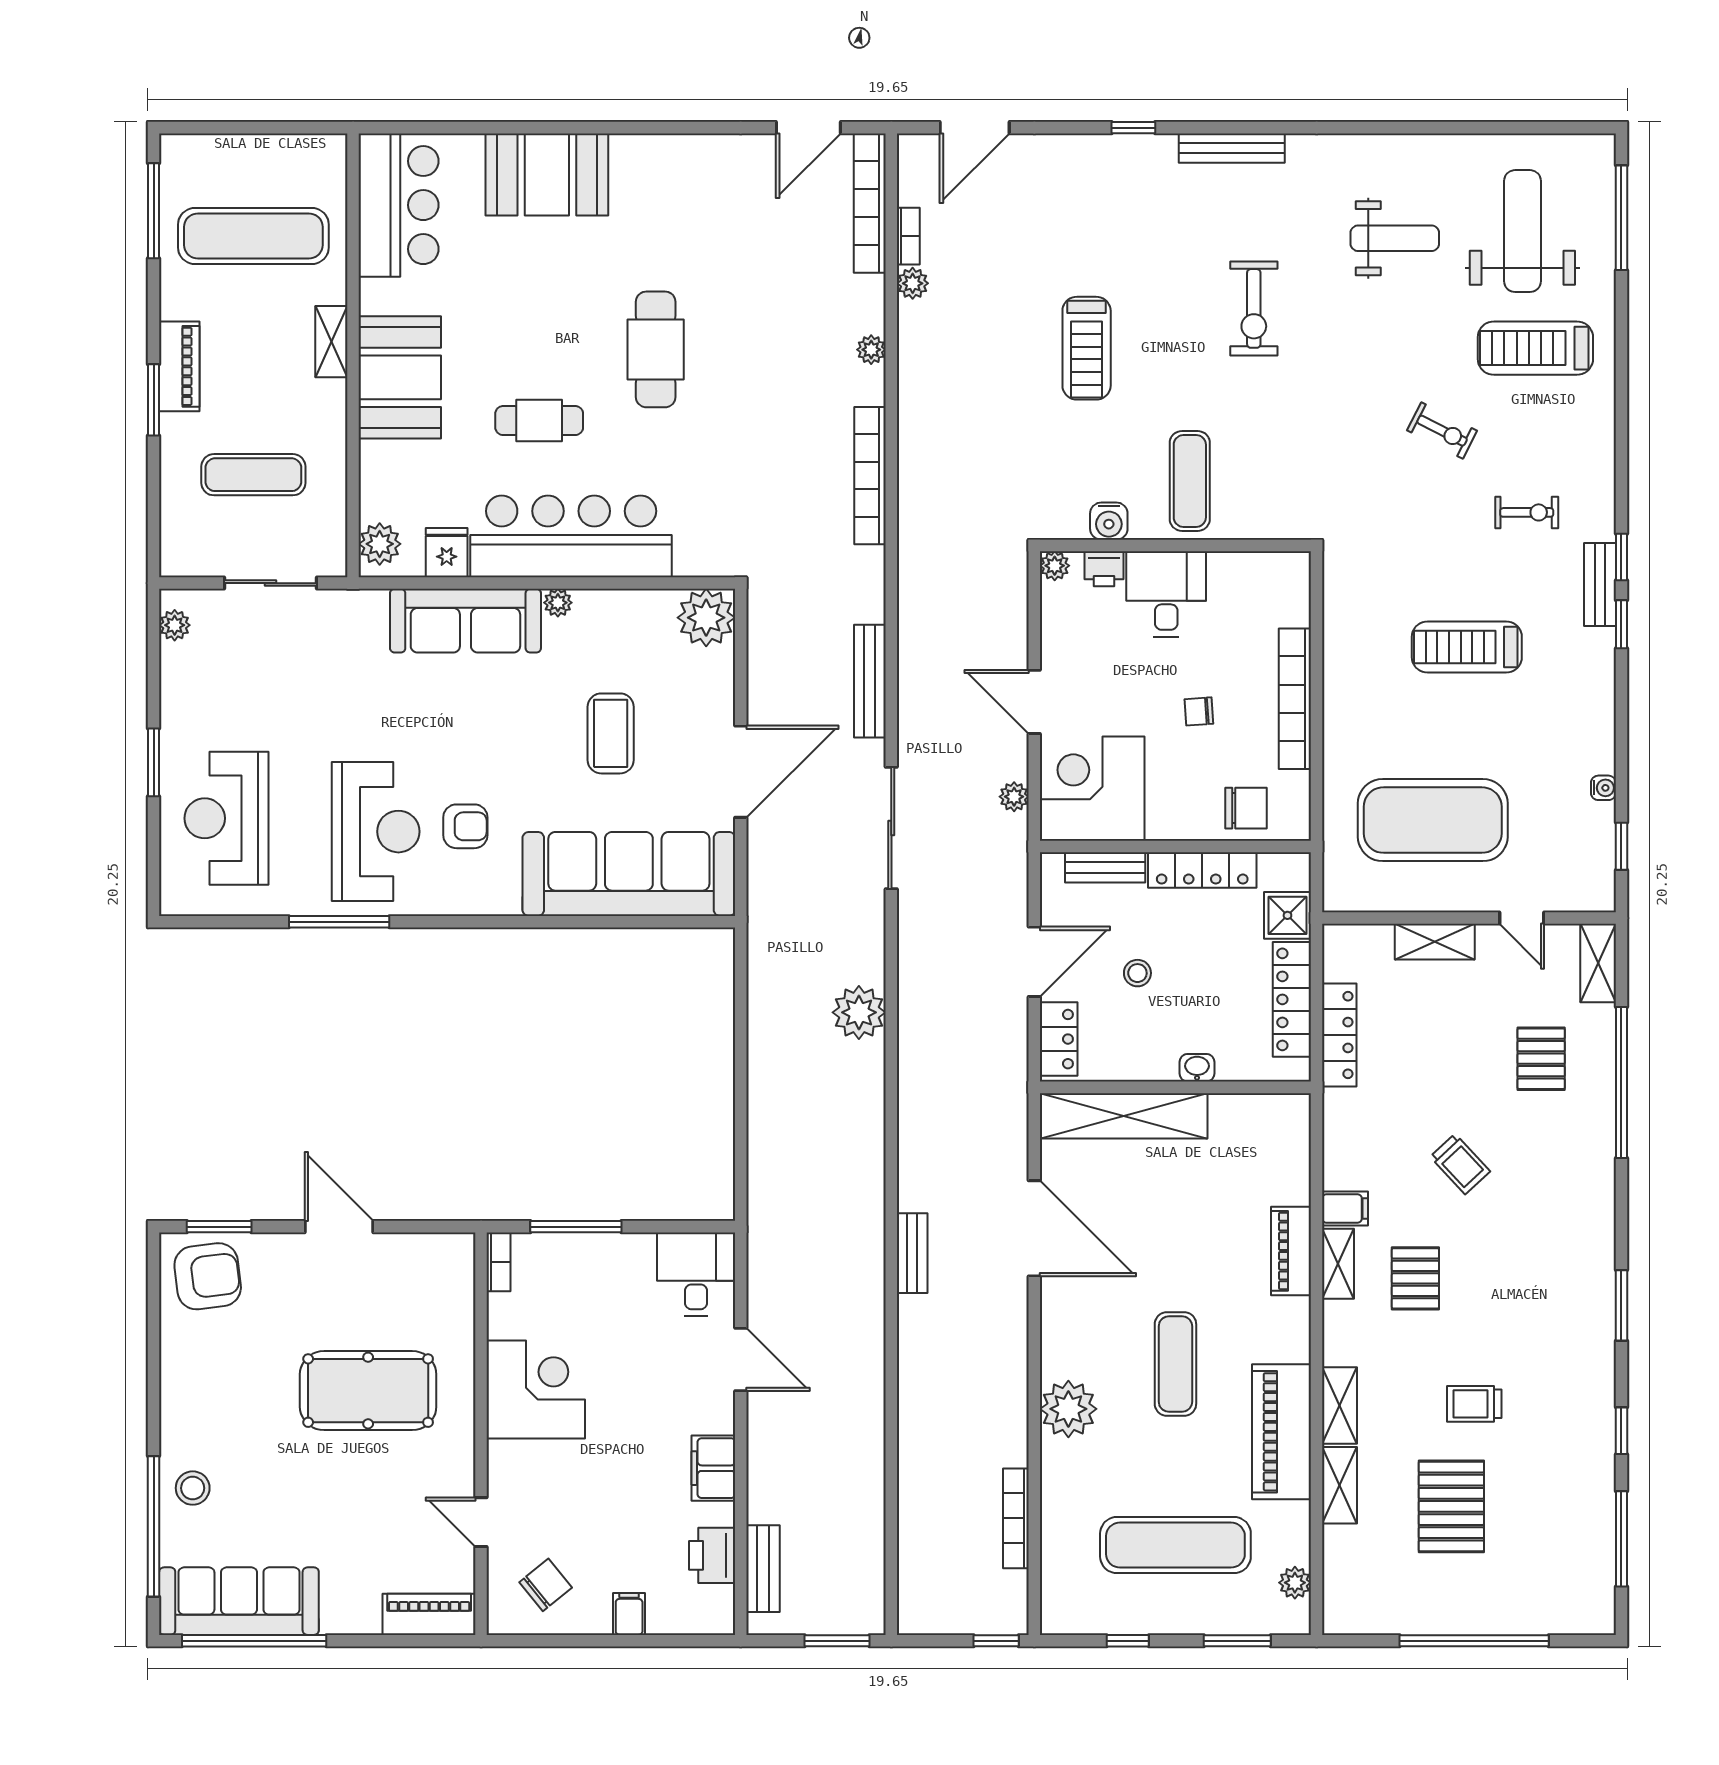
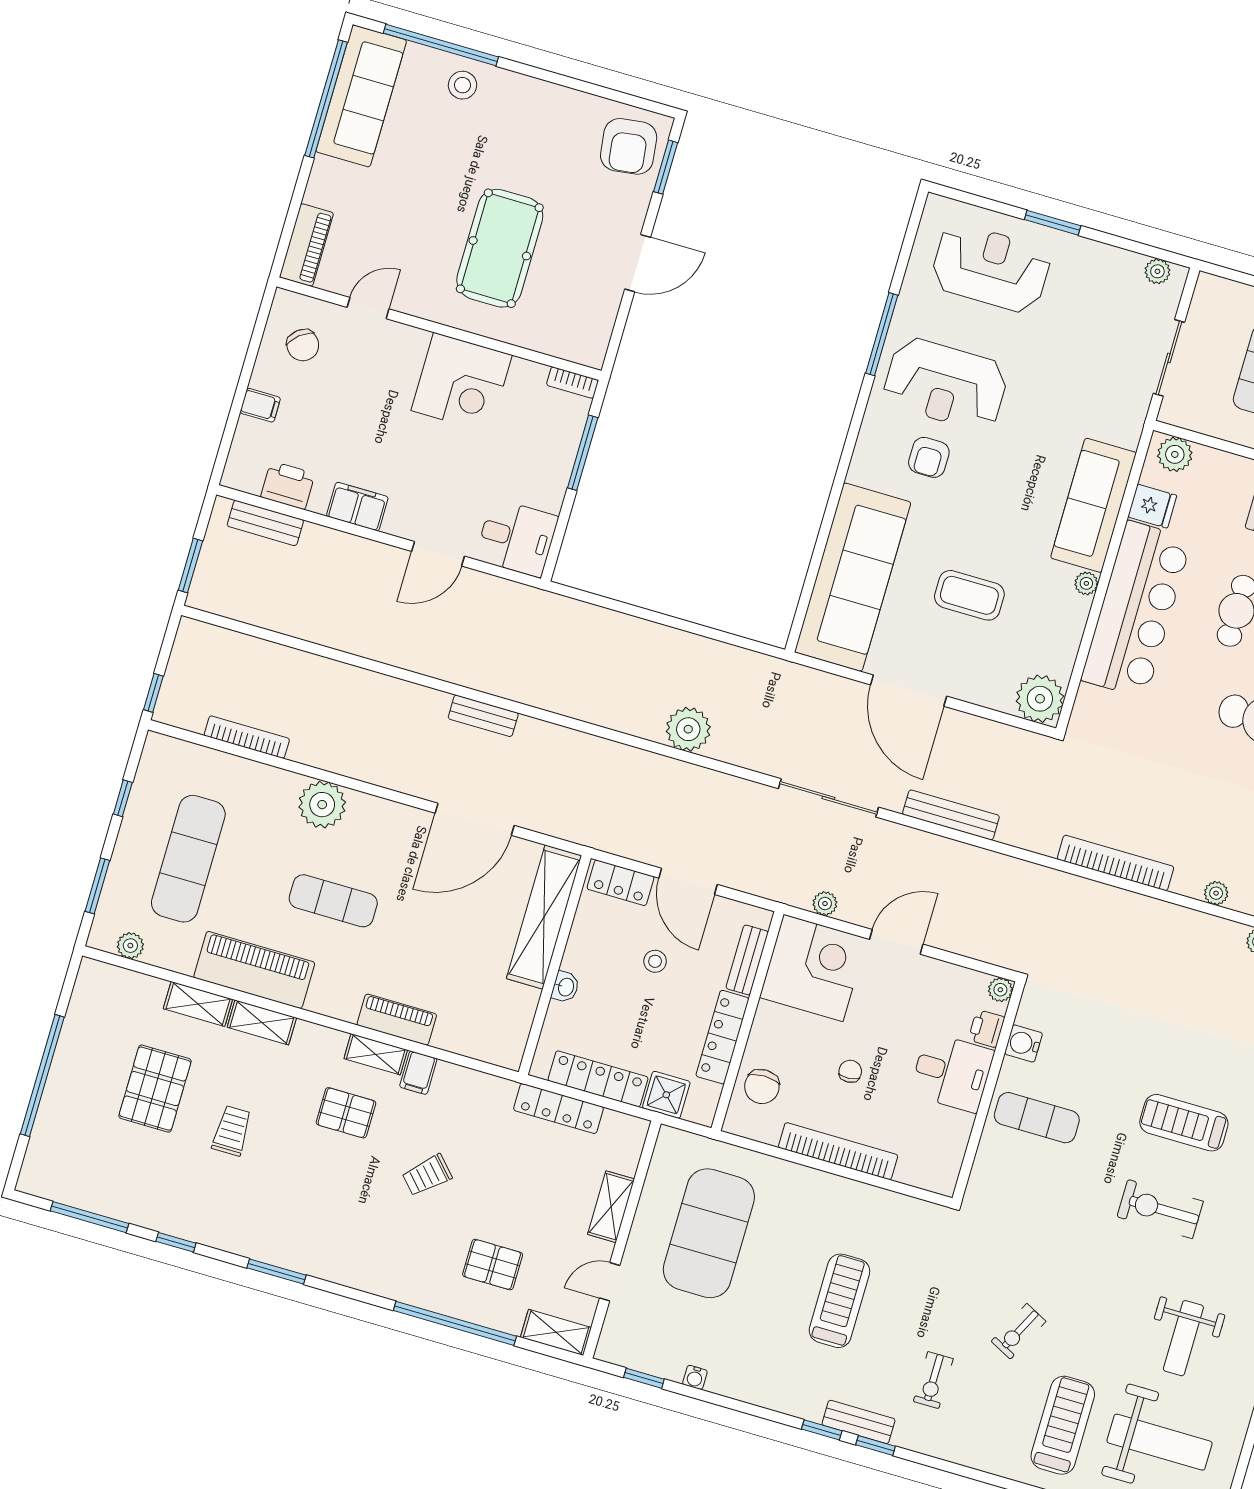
treadmill: (1087, 348) -> (1184, 1123), moved
pallet: (1451, 1506) -> (155, 1089), turned 90

